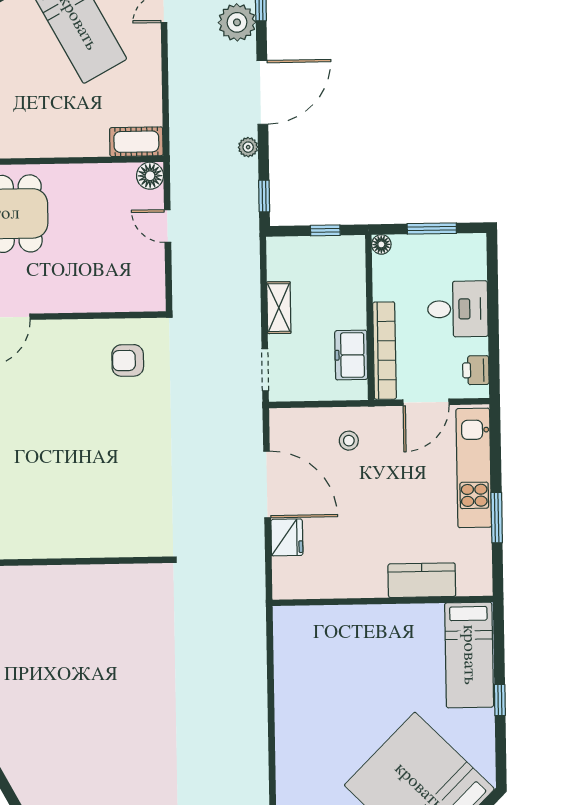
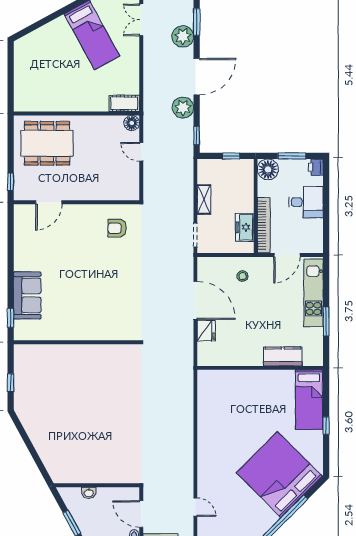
plant: (248, 147) -> (183, 108), width x1.87, depth x1.87
floor lamp: (381, 244) -> (268, 169), width x1.89, depth x1.89
printer: (476, 370) -> (316, 167), moved

